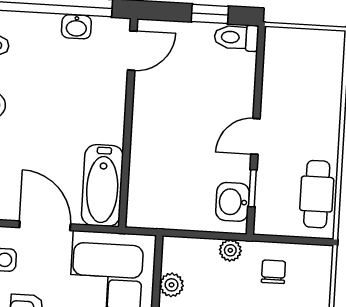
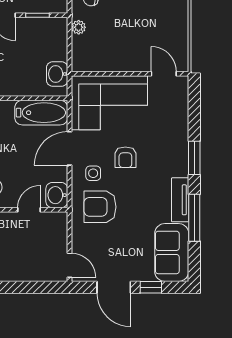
washbasin: (233, 202) -> (57, 74), moved, turned 90
plant: (172, 285) -> (103, 64), removed

